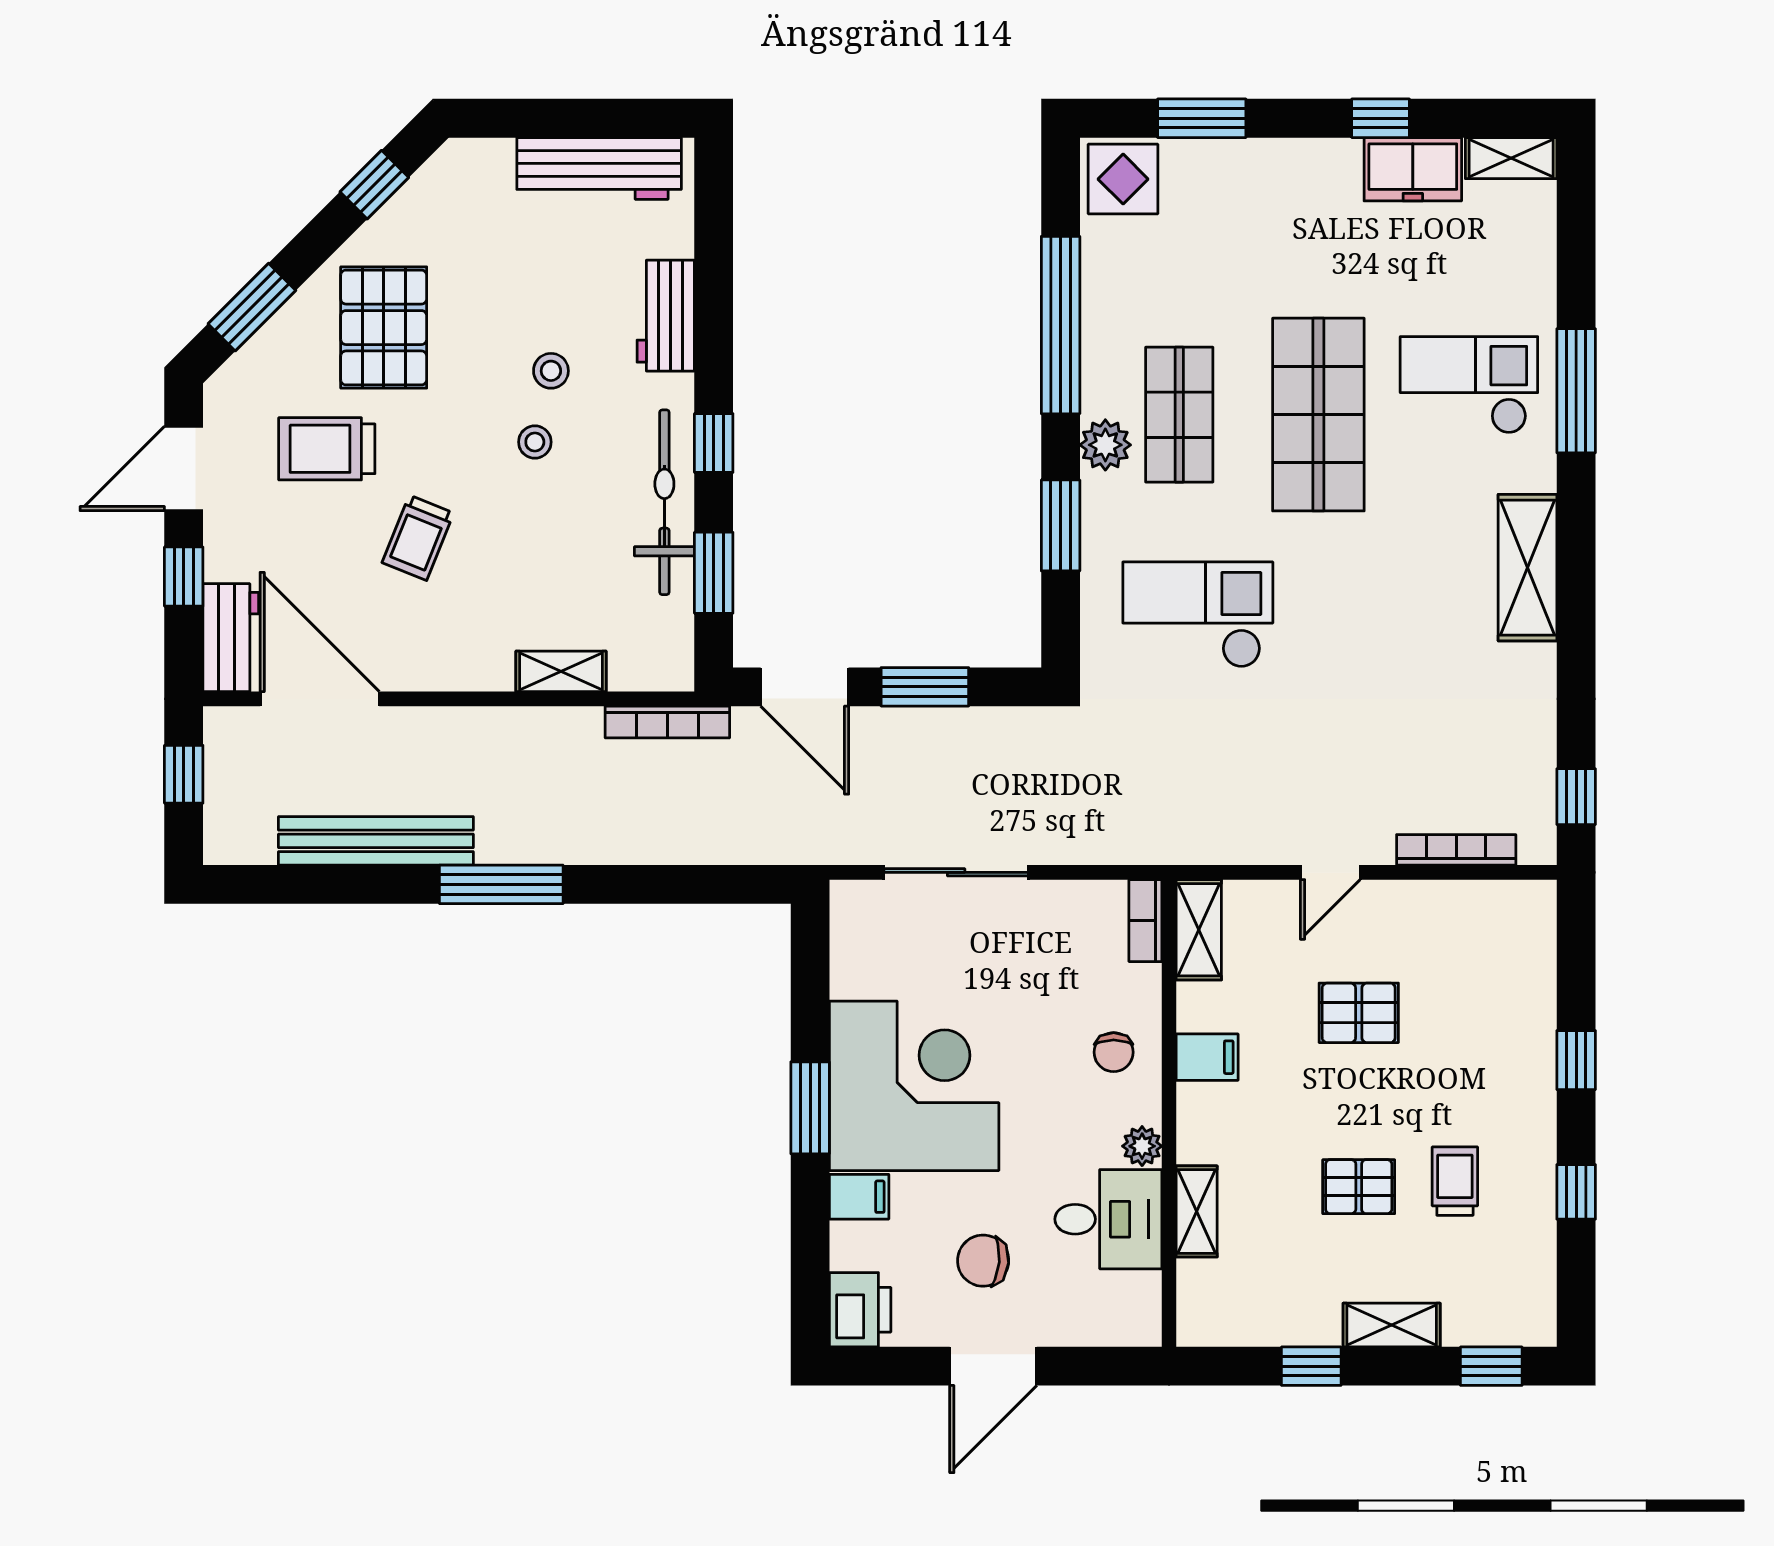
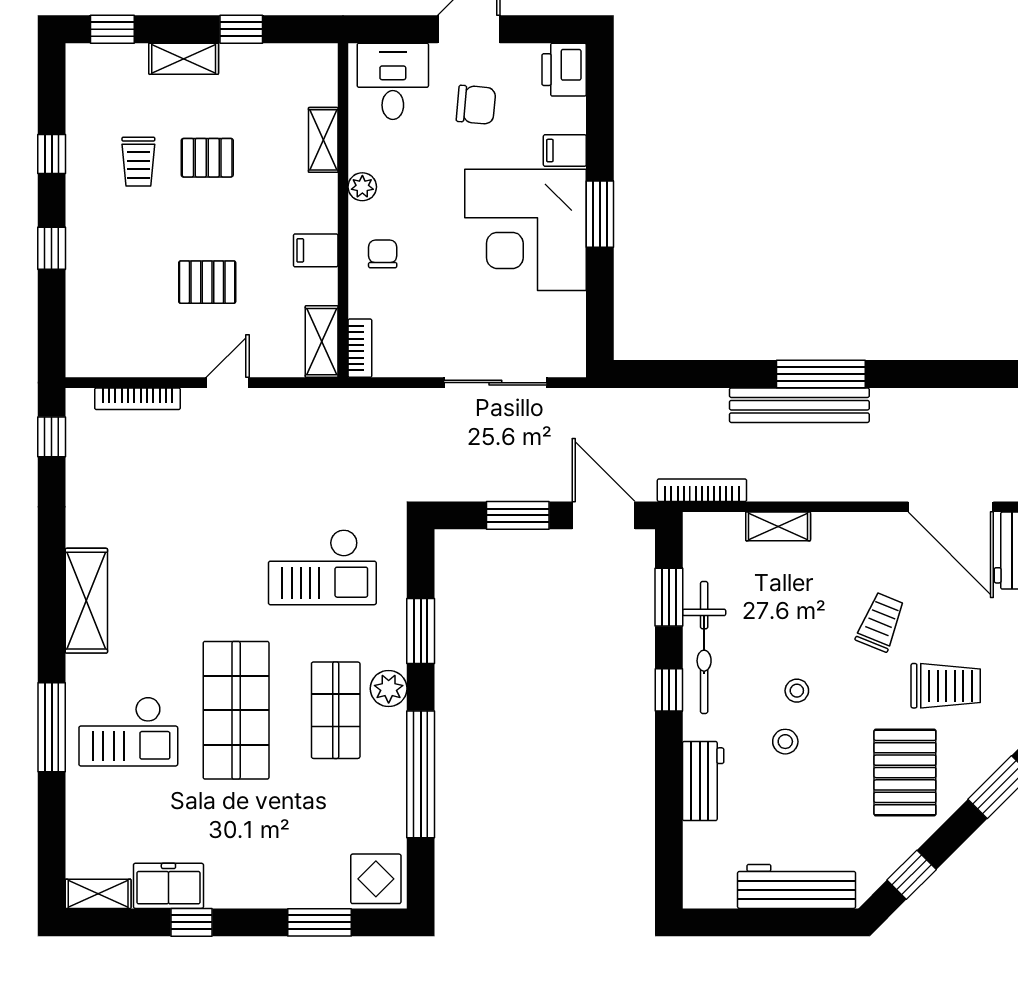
workbench: (599, 168) -> (797, 886), moved
bench: (376, 841) -> (799, 405), moved
desk: (1108, 1219) -> (393, 81), moved, turned 90

